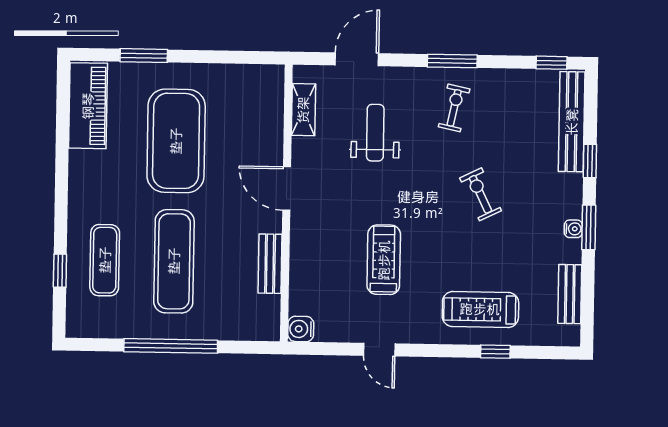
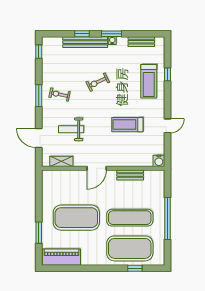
bench: (572, 122) -> (85, 42), moved
exercise mat: (105, 260) -> (130, 248), width x2.00, depth x1.45

